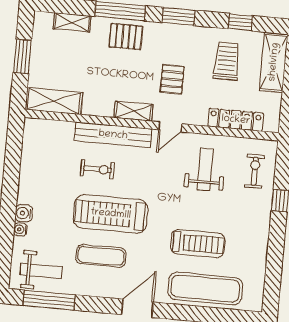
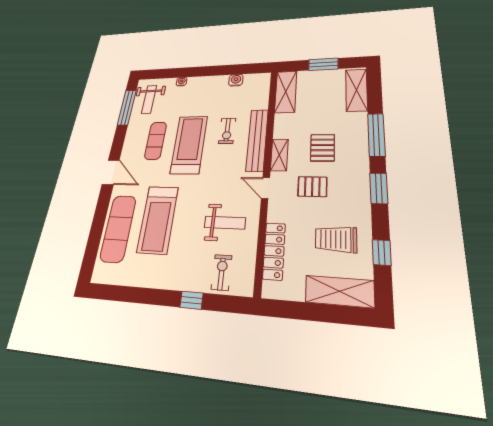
shelving: (72, 22) -> (356, 90), width x1.50, depth x1.33
pallet: (126, 37) -> (322, 148), moved
trolley: (227, 61) -> (336, 239), turned 180
exercise bike: (255, 171) -> (222, 272), turned -90
water cooler: (24, 213) -> (236, 80), moved
treadmill: (198, 244) -> (158, 219), width x1.37, depth x1.38

